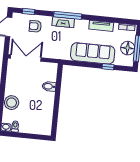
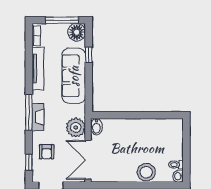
tv unit: (101, 26) -> (38, 69), width x1.41
floor lamp: (128, 48) -> (77, 32), moved
plant: (52, 51) -> (76, 127), added
bidet: (49, 86) -> (96, 127), moved

